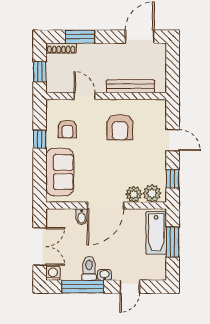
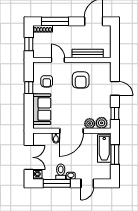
window: (80, 37) -> (55, 21), width x1.44

